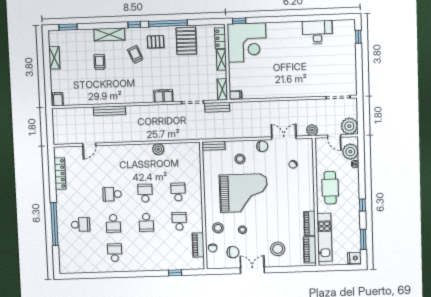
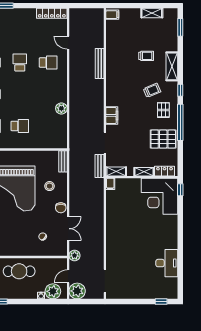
locker: (60, 174) -> (52, 13), moved
school desk: (145, 193) -> (48, 63), moved

